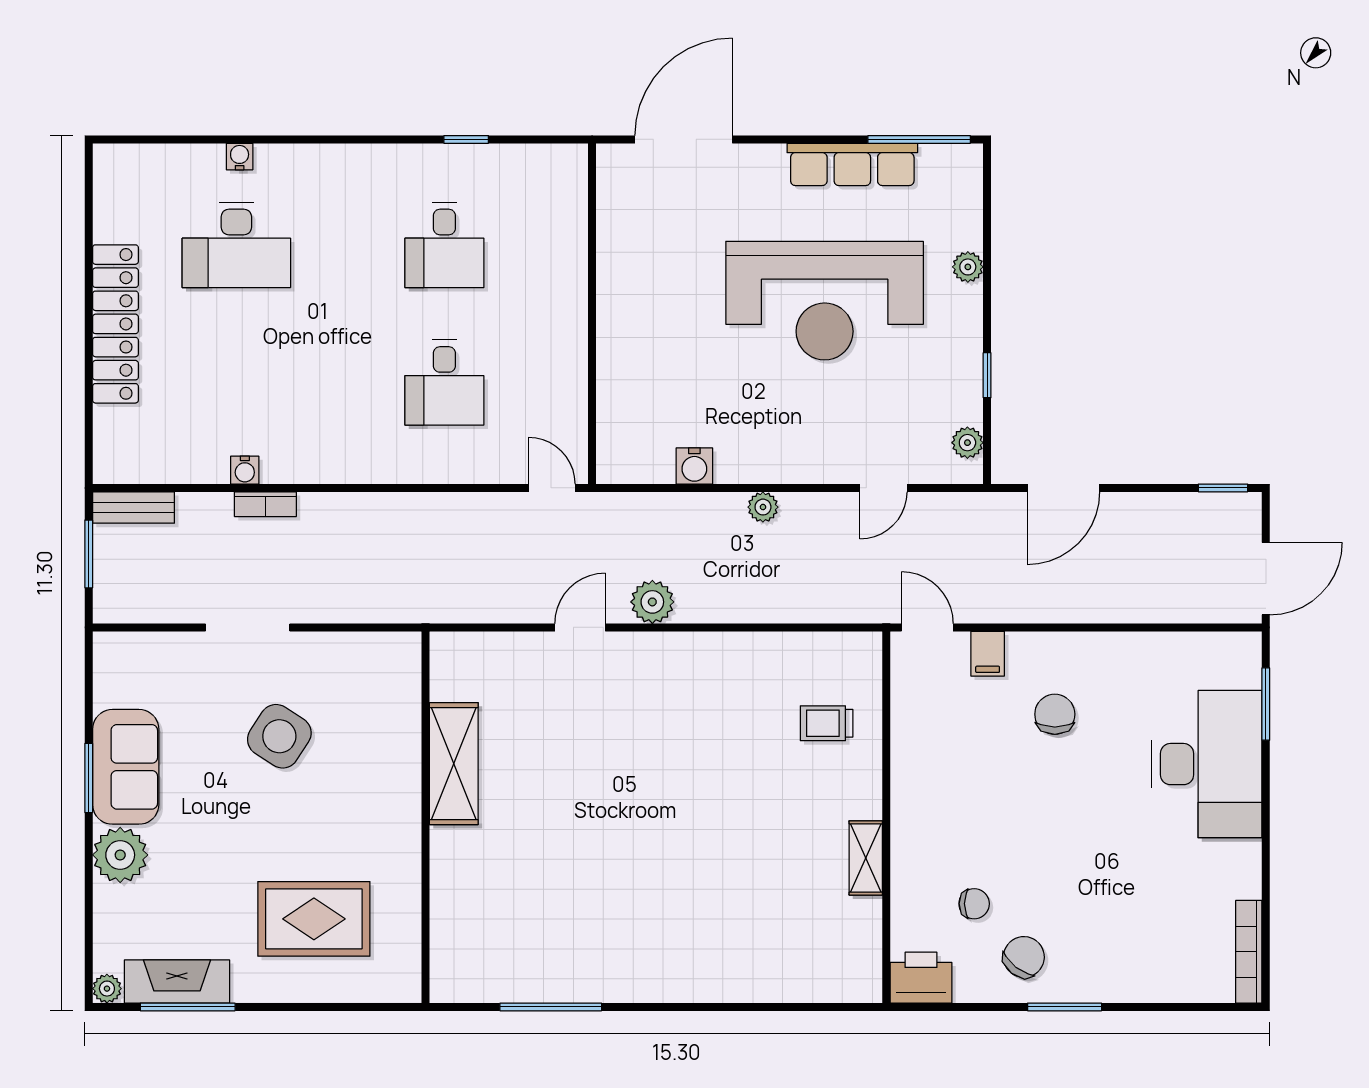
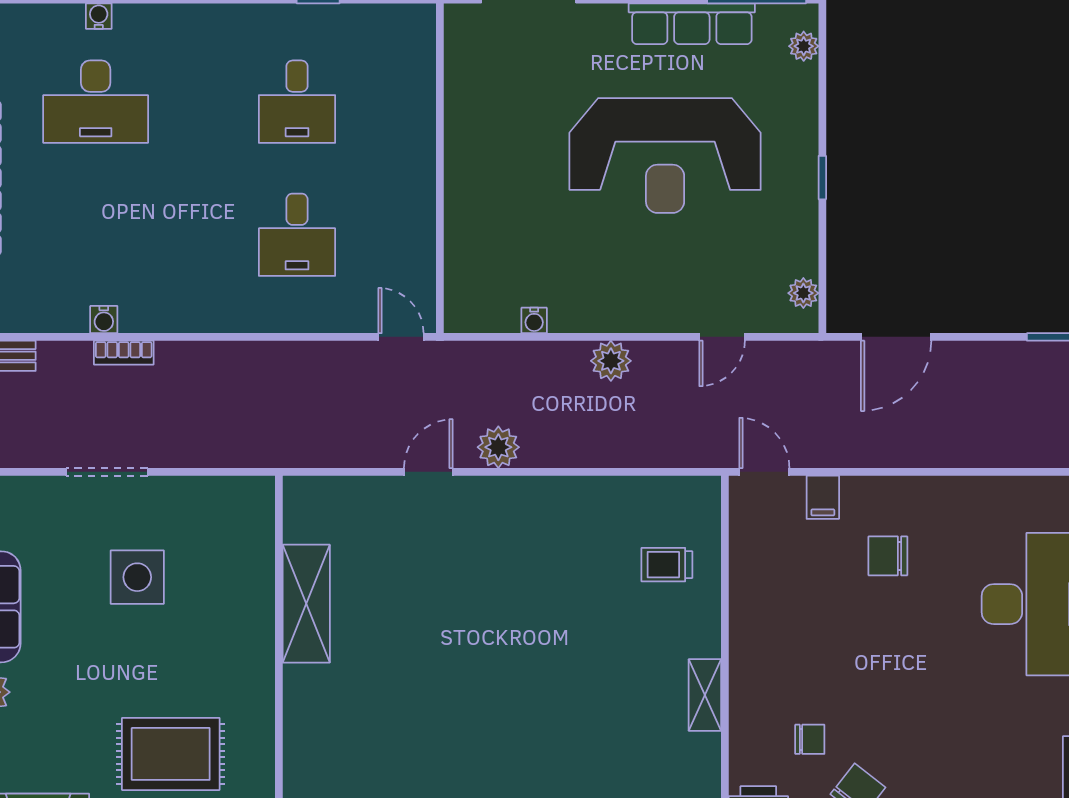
plant: (968, 267) -> (804, 46), moved
window: (987, 375) -> (822, 178), moved
water cooler: (694, 466) -> (534, 320), width x0.72, depth x0.72
plant: (763, 507) -> (611, 361), width x1.38, depth x1.38
chair: (1055, 714) -> (888, 556), turned -90
side table: (279, 736) -> (137, 577), turned -33

